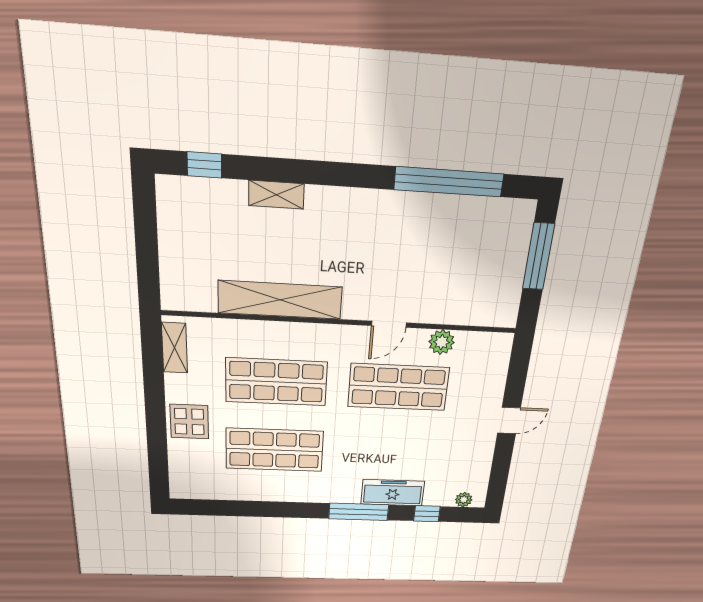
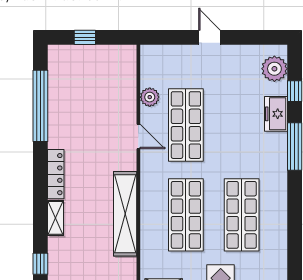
locker: (344, 199) -> (56, 174), added
window: (538, 256) -> (85, 37), width x0.46
freezer: (393, 493) -> (276, 114), width x0.71
plant: (464, 500) -> (274, 69), width x1.88, depth x1.88

